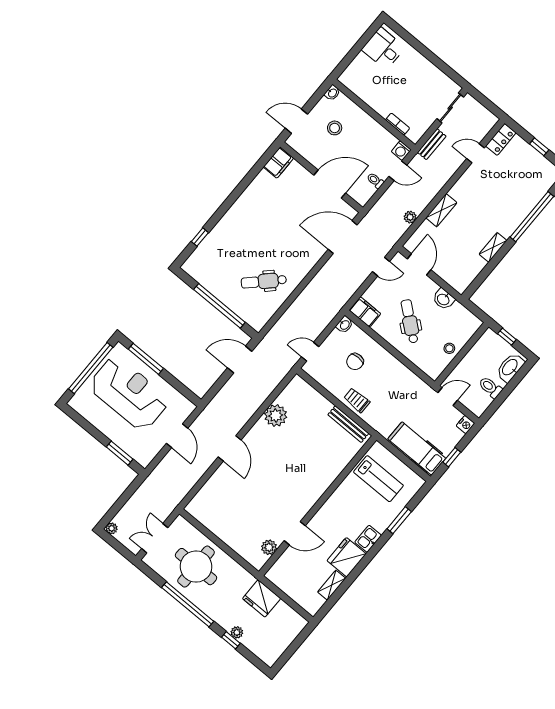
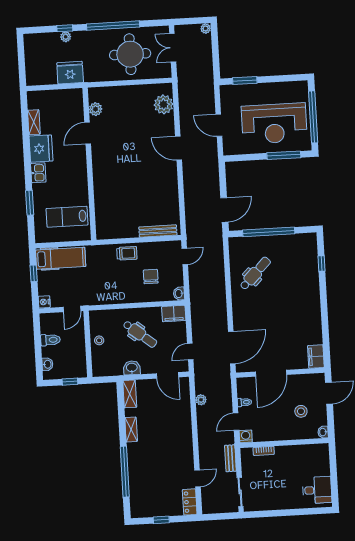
shelving: (441, 210) -> (130, 394), moved
washbasin: (510, 367) -> (47, 364), width x0.52, depth x0.69
plant: (276, 416) -> (164, 104), moved
bench: (348, 424) -> (158, 231), moved
double door: (155, 538) -> (173, 48), swing flipped

